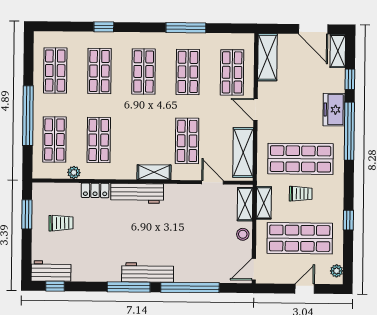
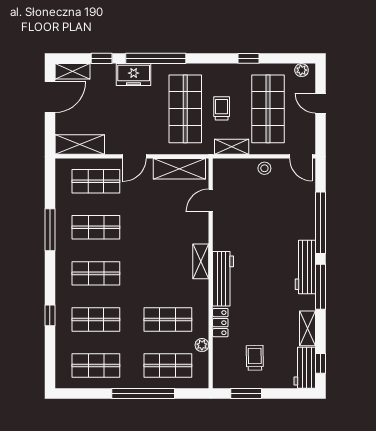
shop shelf: (187, 141) -> (168, 227), removed
shelving: (245, 204) -> (308, 328), moved, turned 90

